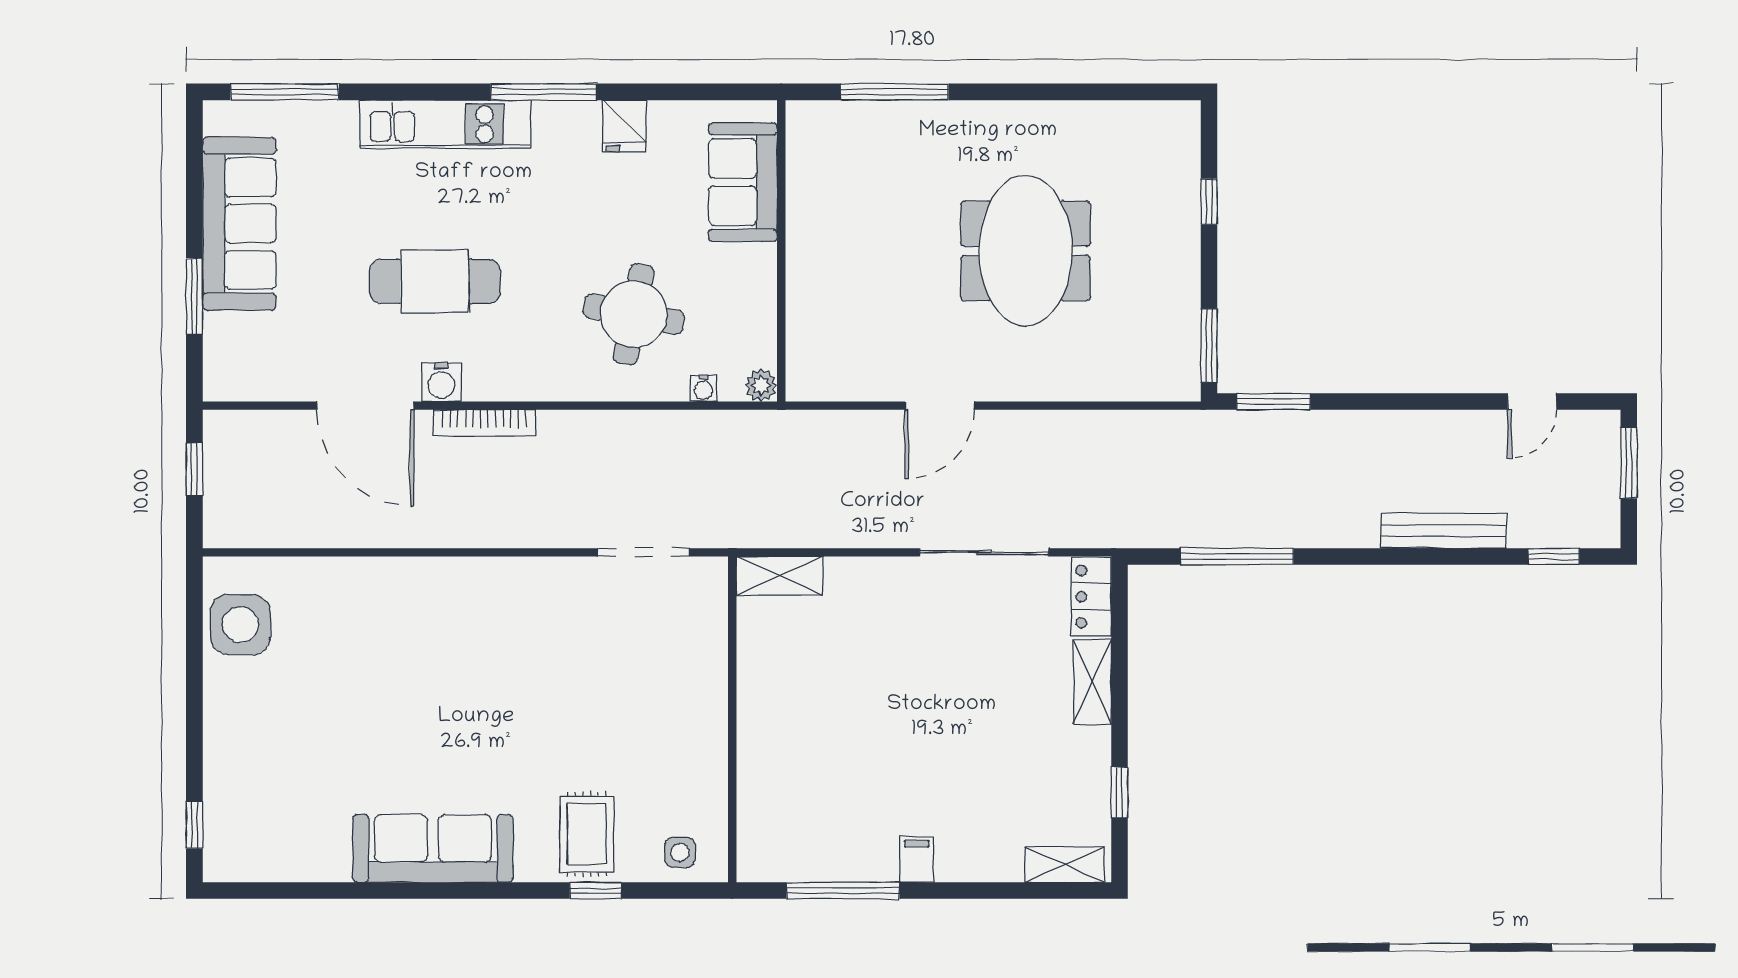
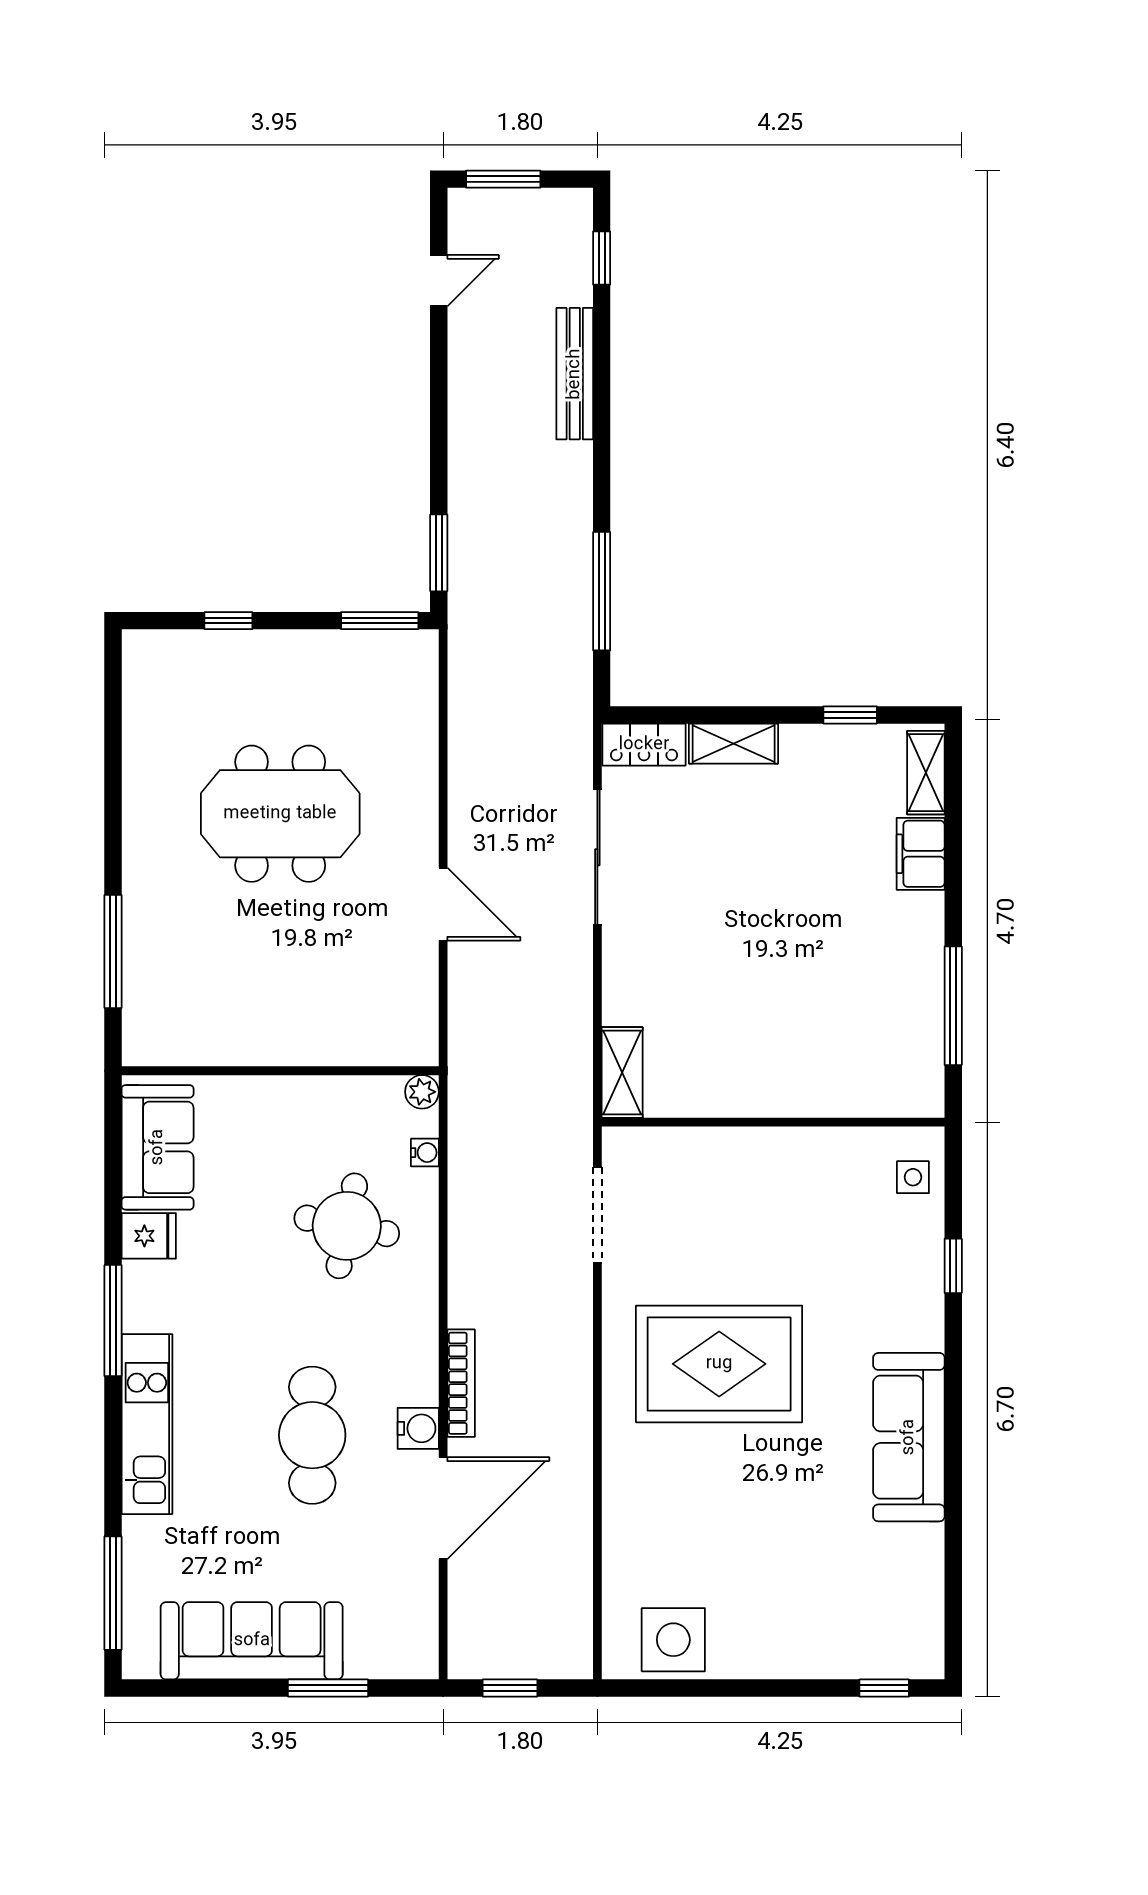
sofa: (743, 182) -> (158, 1147), moved, turned -90
door: (1532, 402) -> (439, 281), hinge flipped
rug: (587, 834) -> (719, 1364), moved, width x1.86, depth x2.06
filing cabinet: (917, 860) -> (921, 854), moved, width x2.00

